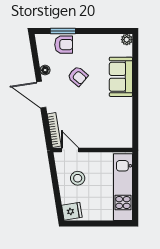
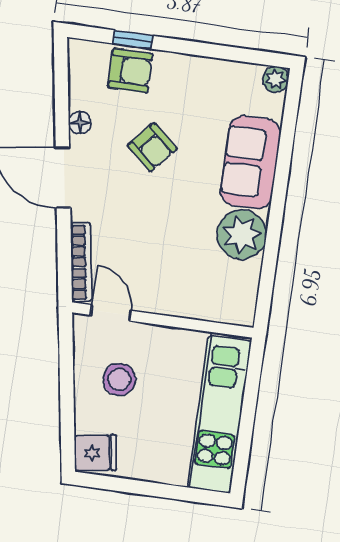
window: (63, 31) -> (133, 40), width x0.67
plant: (122, 108) -> (242, 235), added

